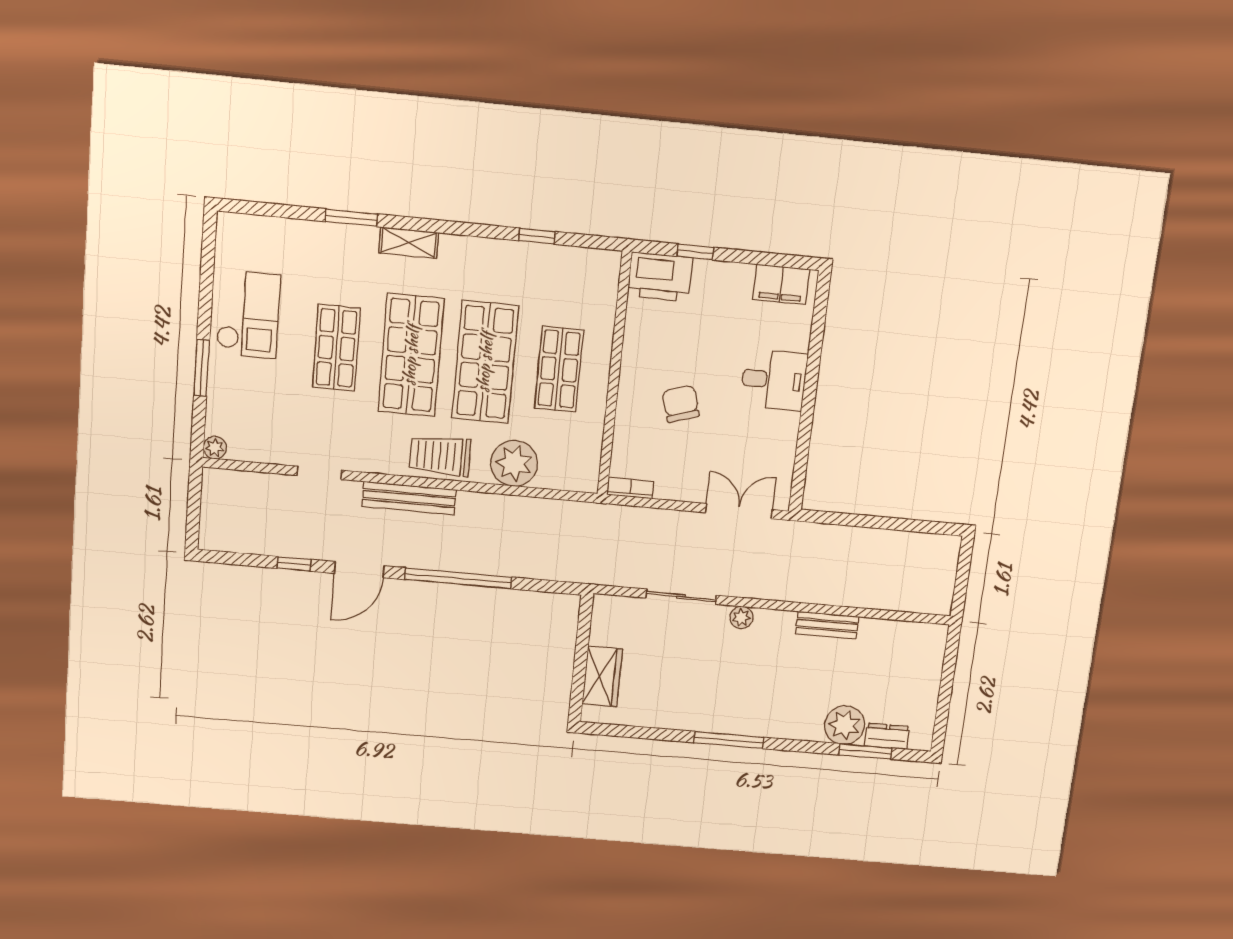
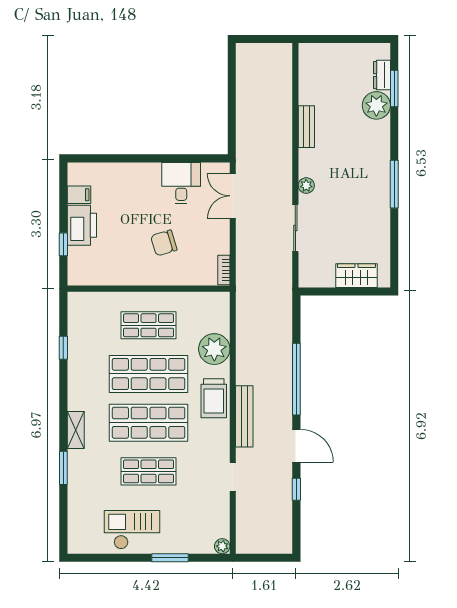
printer: (660, 277) -> (82, 225), moved
filing cabinet: (781, 284) -> (79, 195), width x0.50
desk: (774, 380) -> (181, 183), moved

